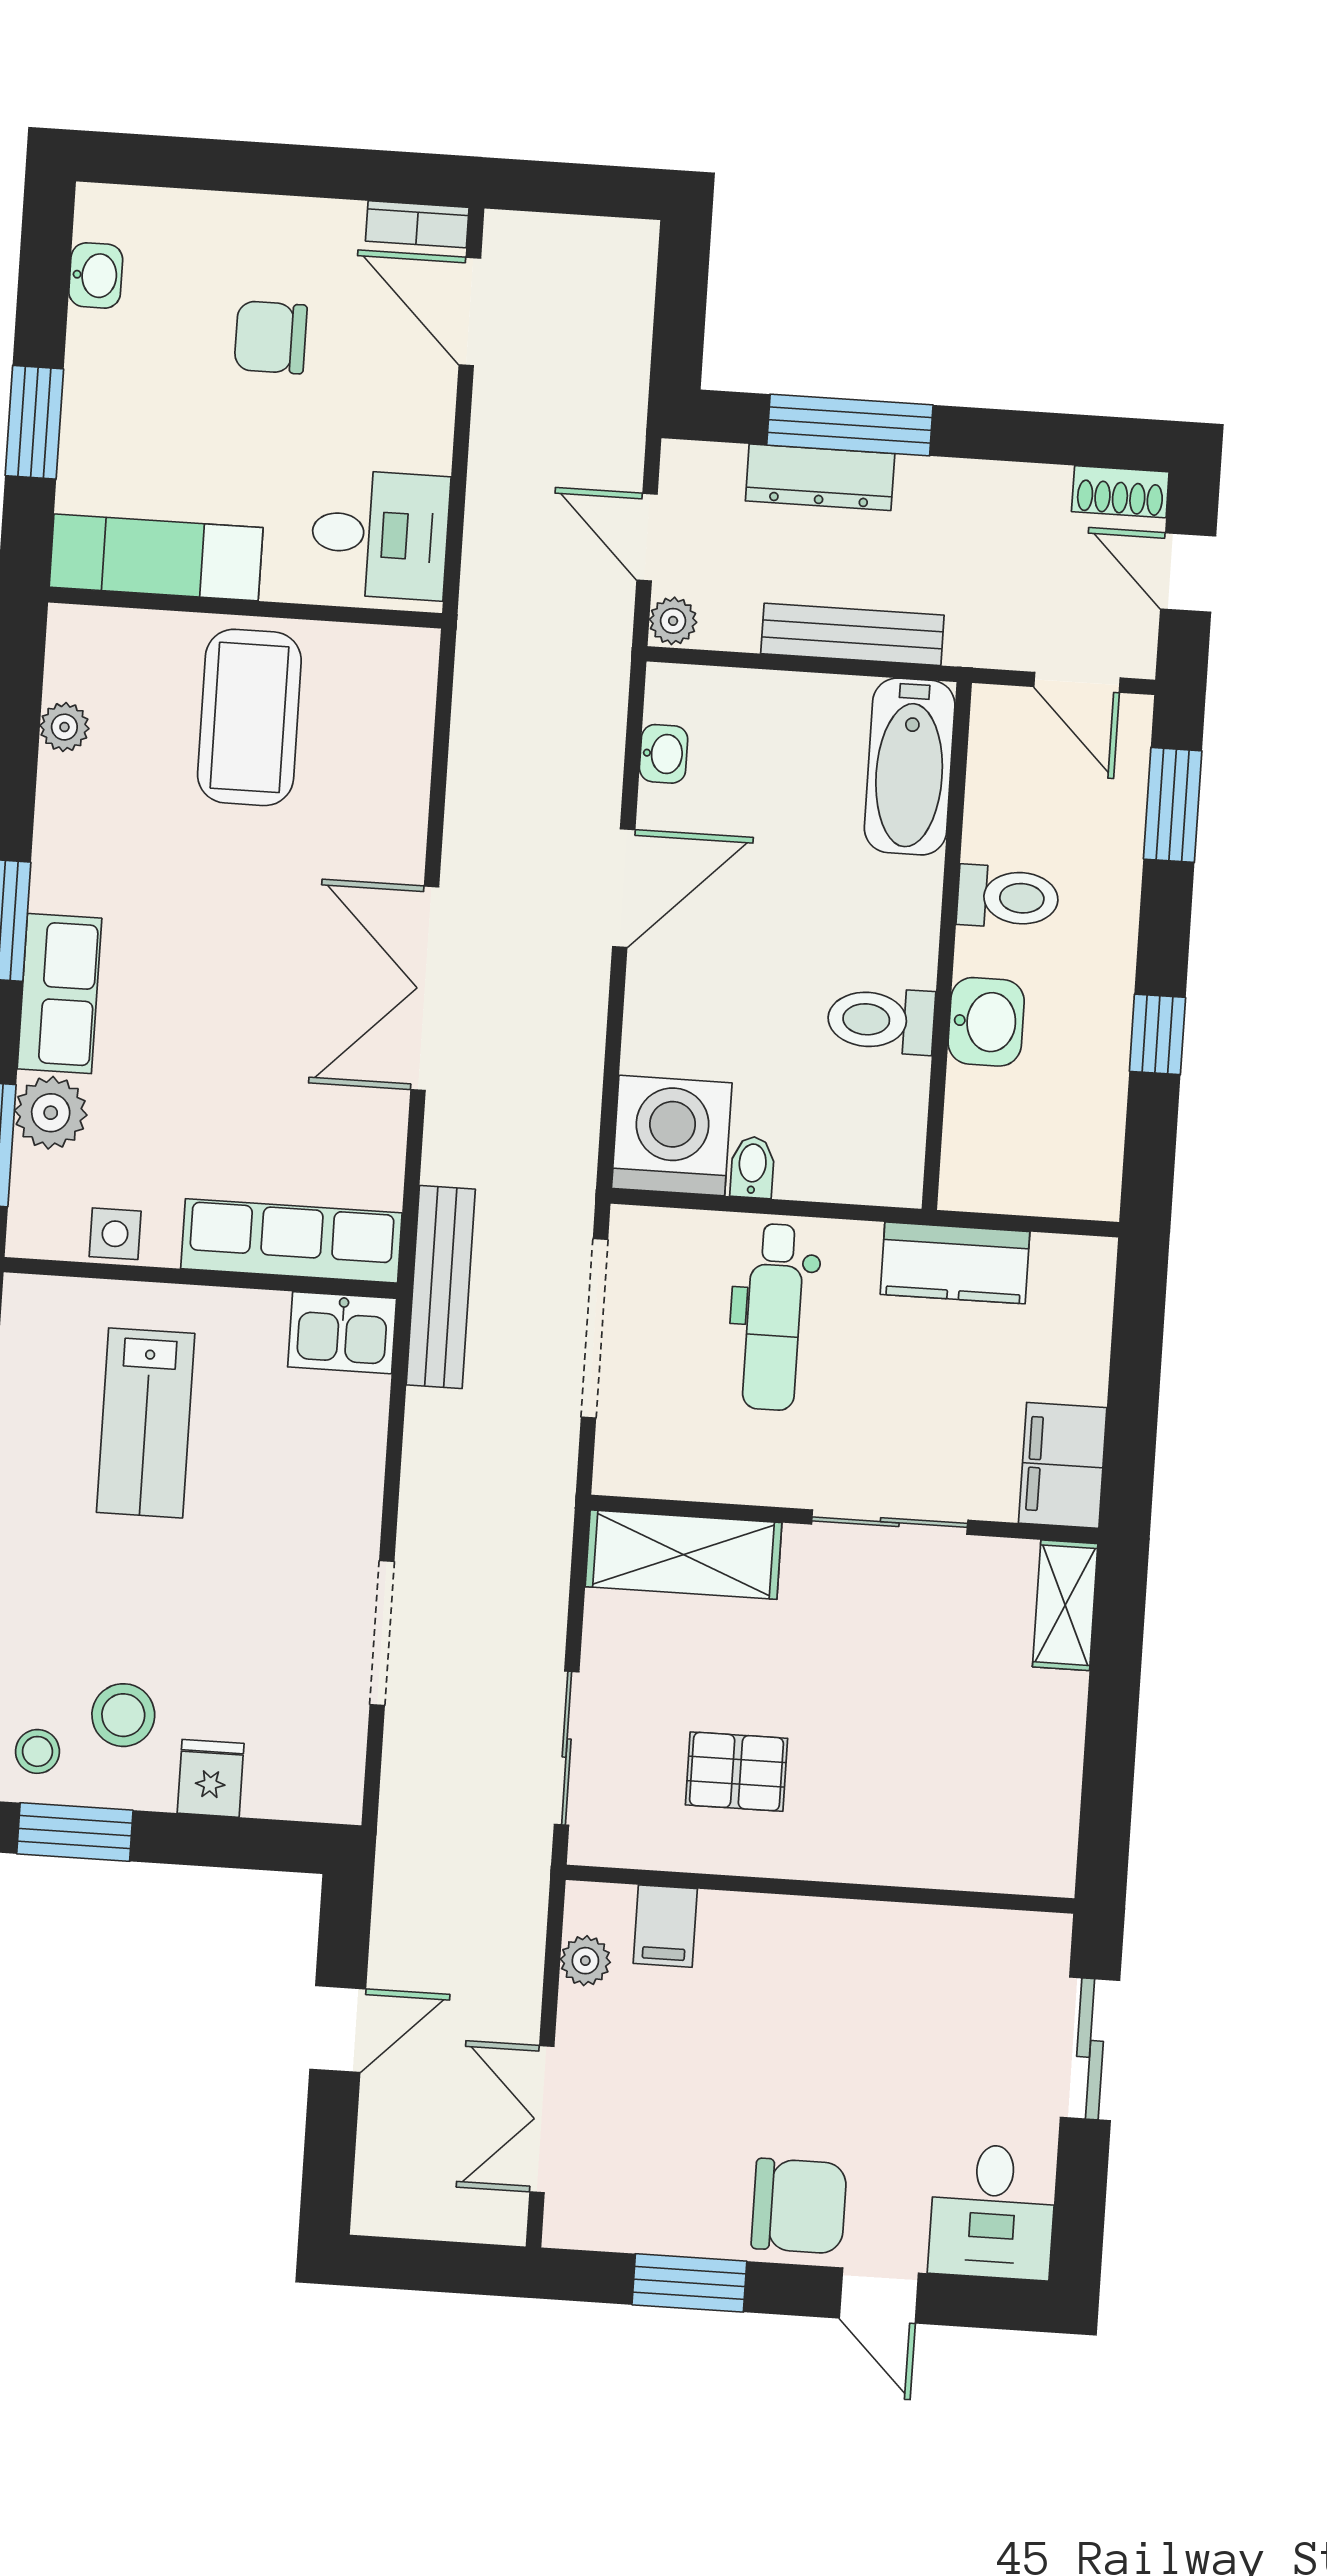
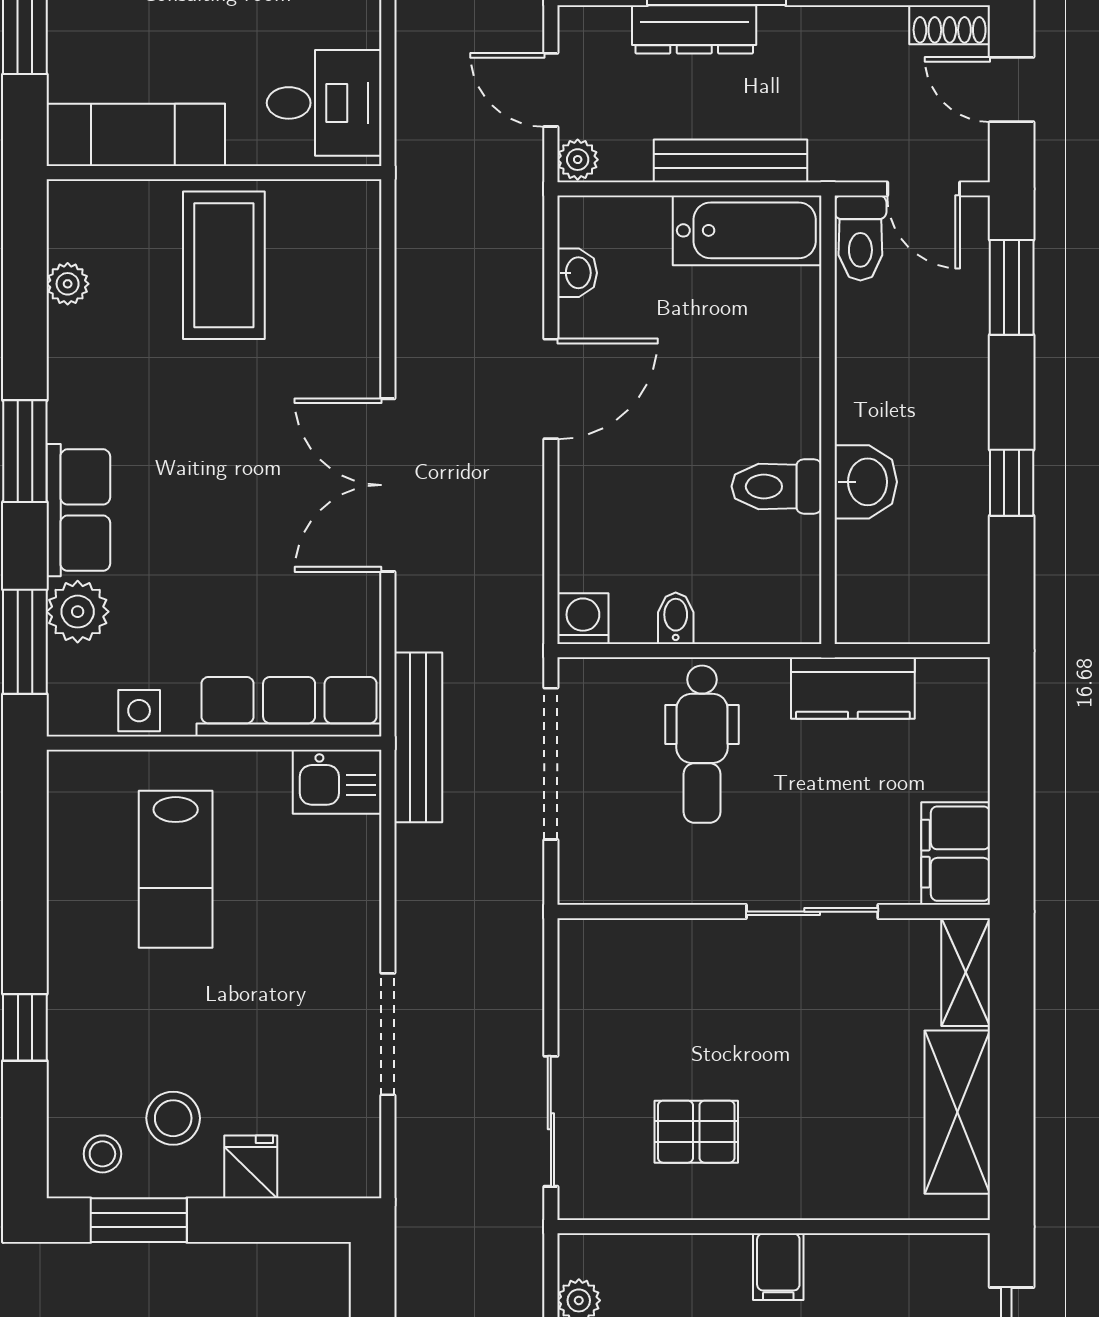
bathtub: (910, 766) -> (747, 230), moved, turned -90
toilet: (1008, 897) -> (860, 238), moved, turned 90
washing machine: (672, 1136) -> (583, 619), width x0.53, depth x0.53
shelving: (683, 1555) -> (957, 1112), moved, turned 90
filing cabinet: (665, 1926) -> (778, 1267), moved

